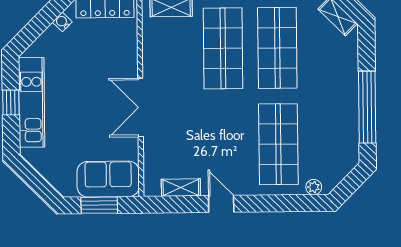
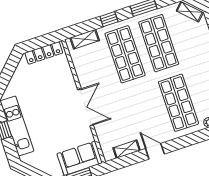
water cooler: (62, 22) -> (20, 70), removed
double door: (140, 107) -> (86, 107), swing flipped

